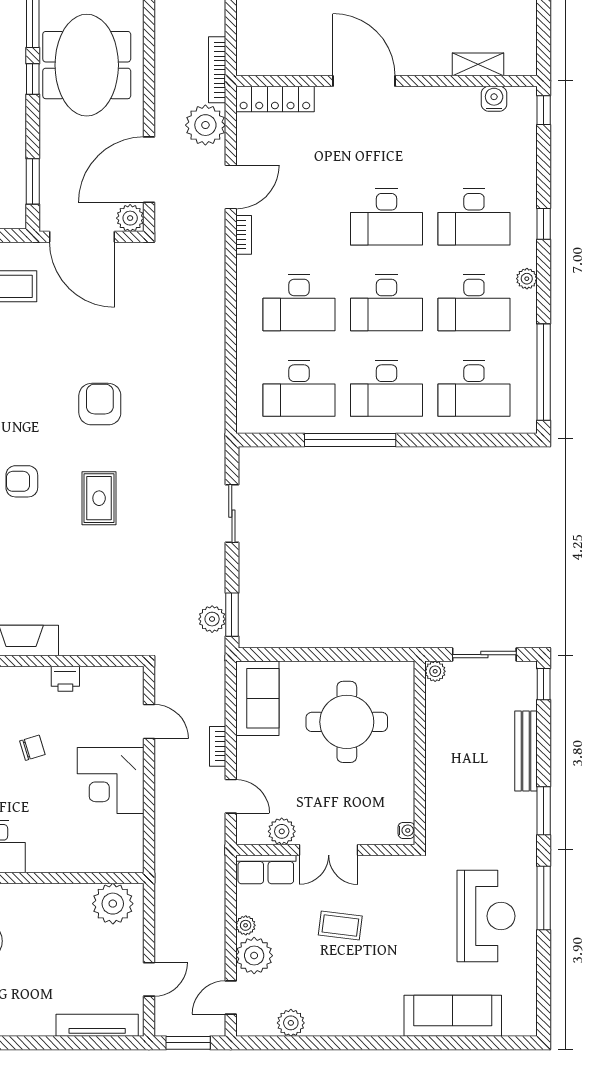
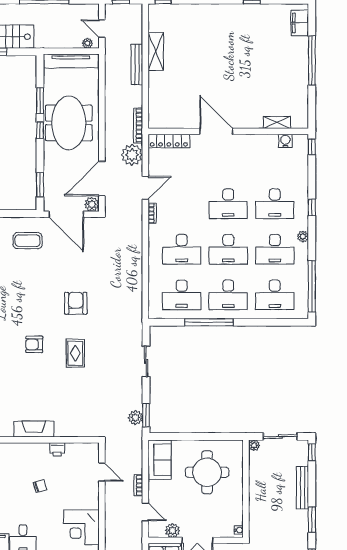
corner desk: (111, 781) -> (81, 527), moved

